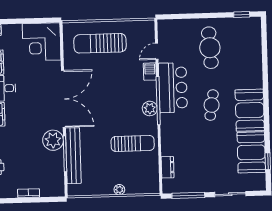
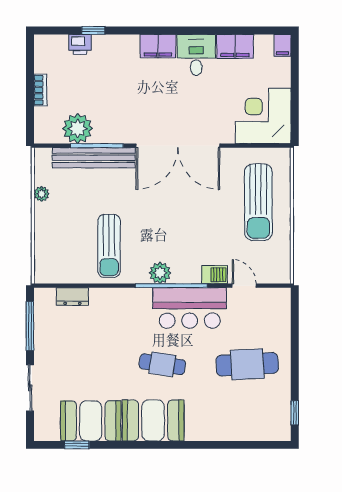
sun lounger: (100, 43) -> (258, 202), turned 180
plant: (53, 140) -> (78, 129), moved
plant: (119, 190) -> (41, 194), moved

